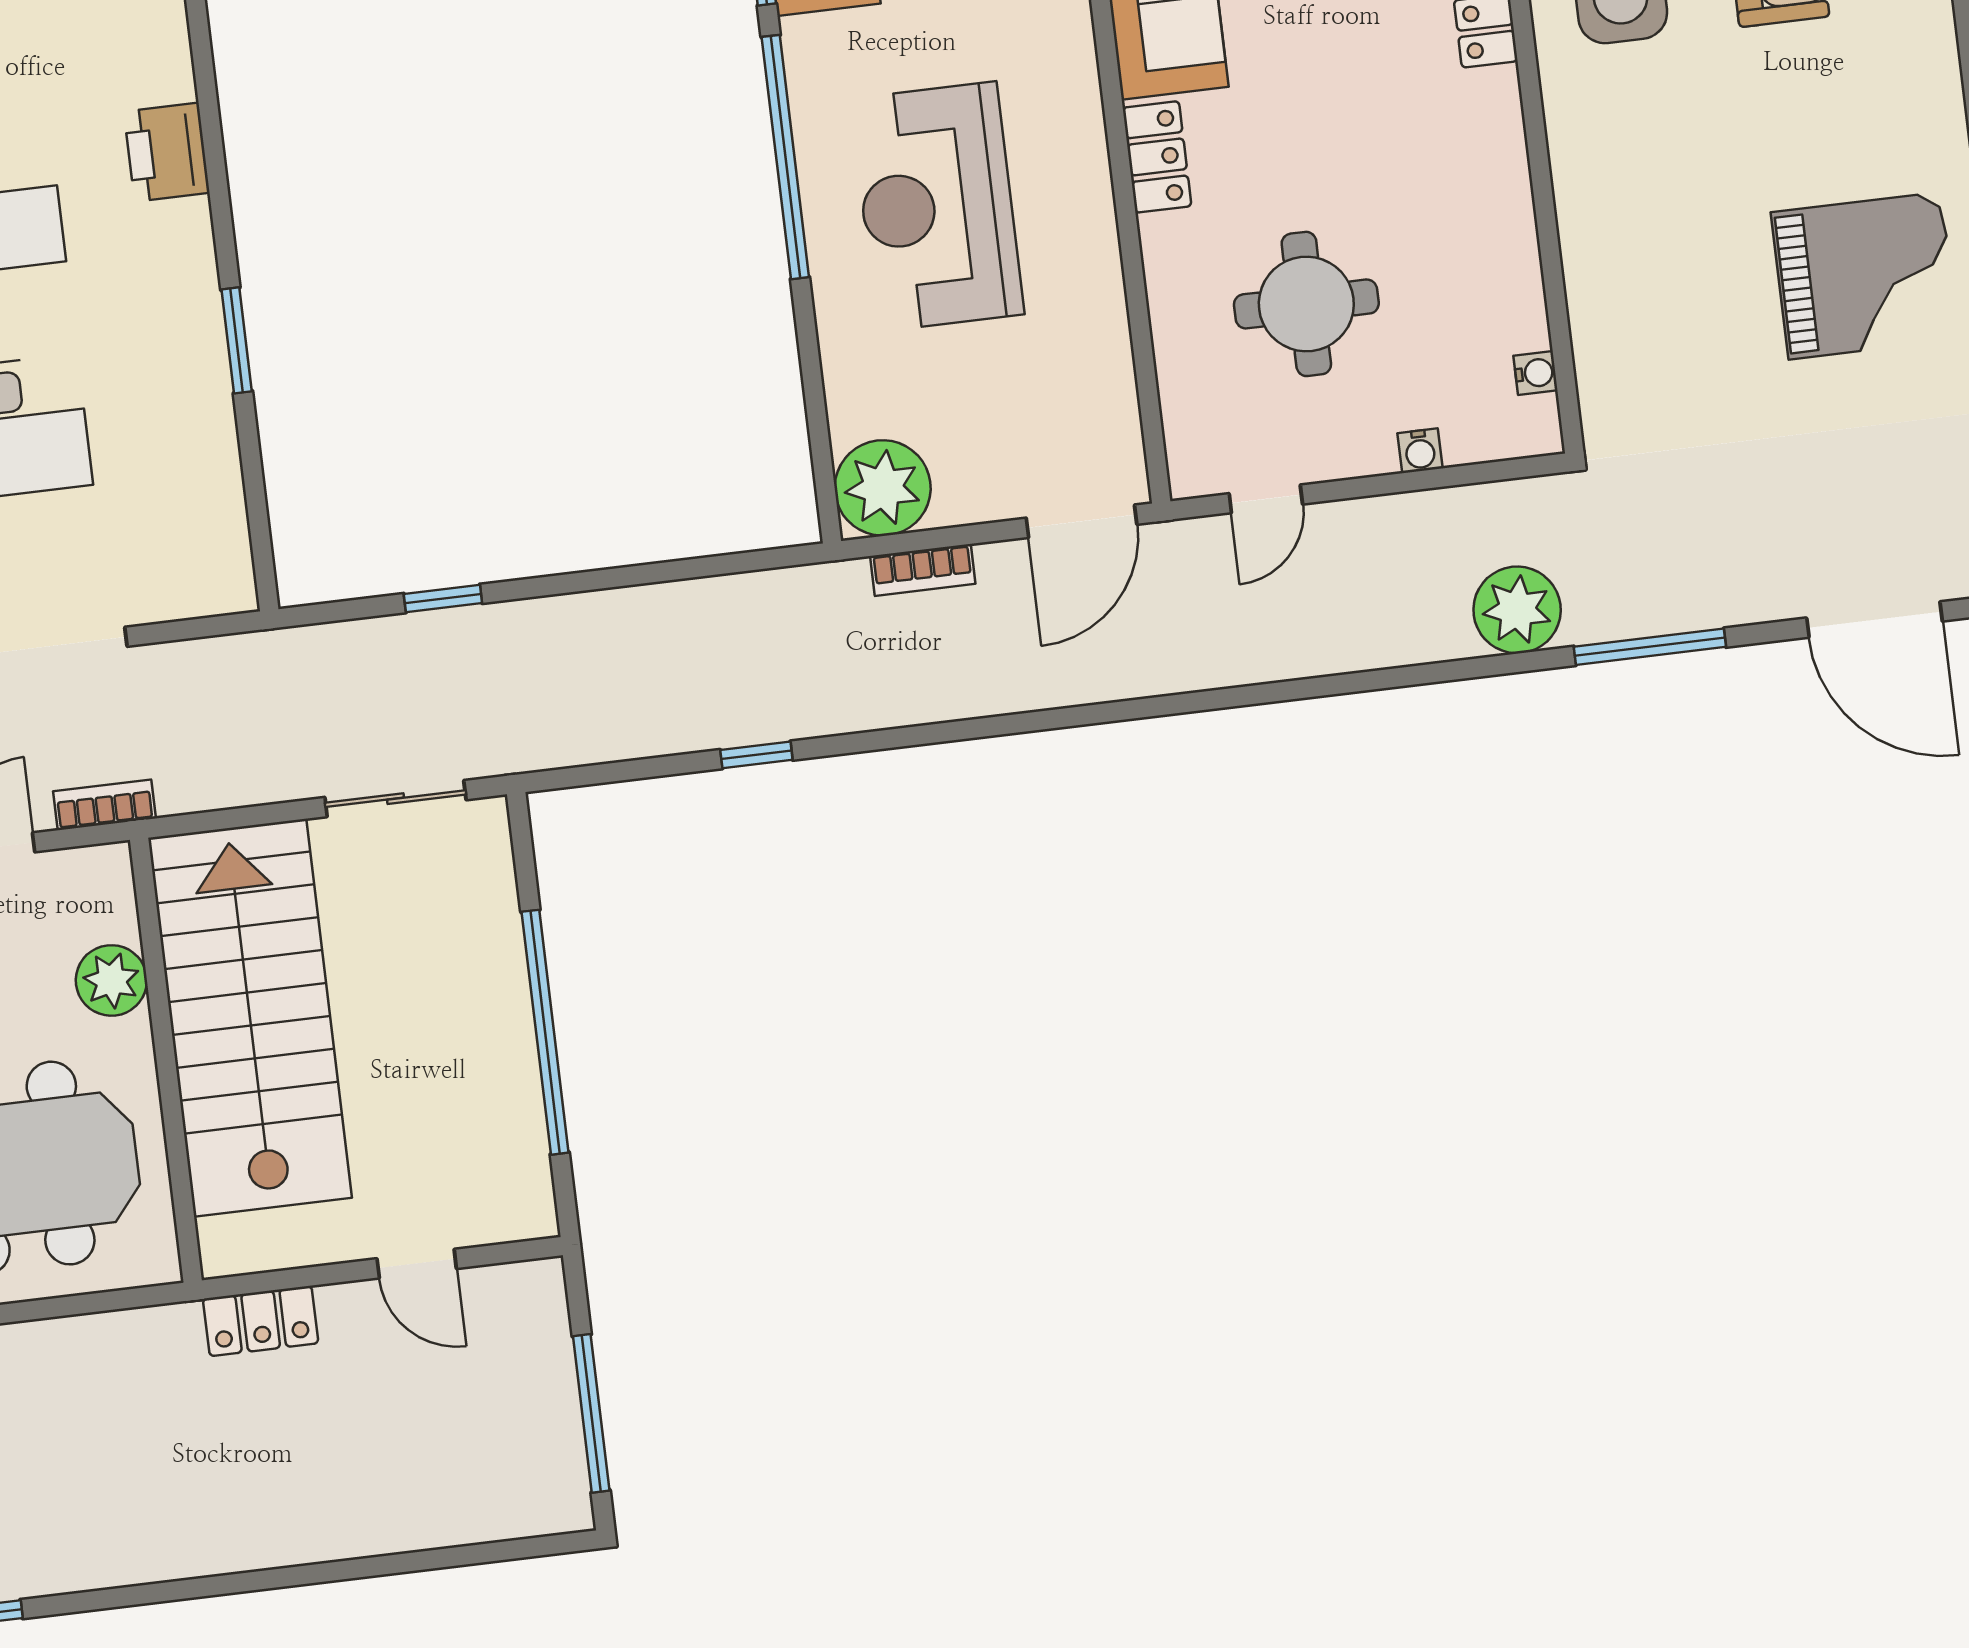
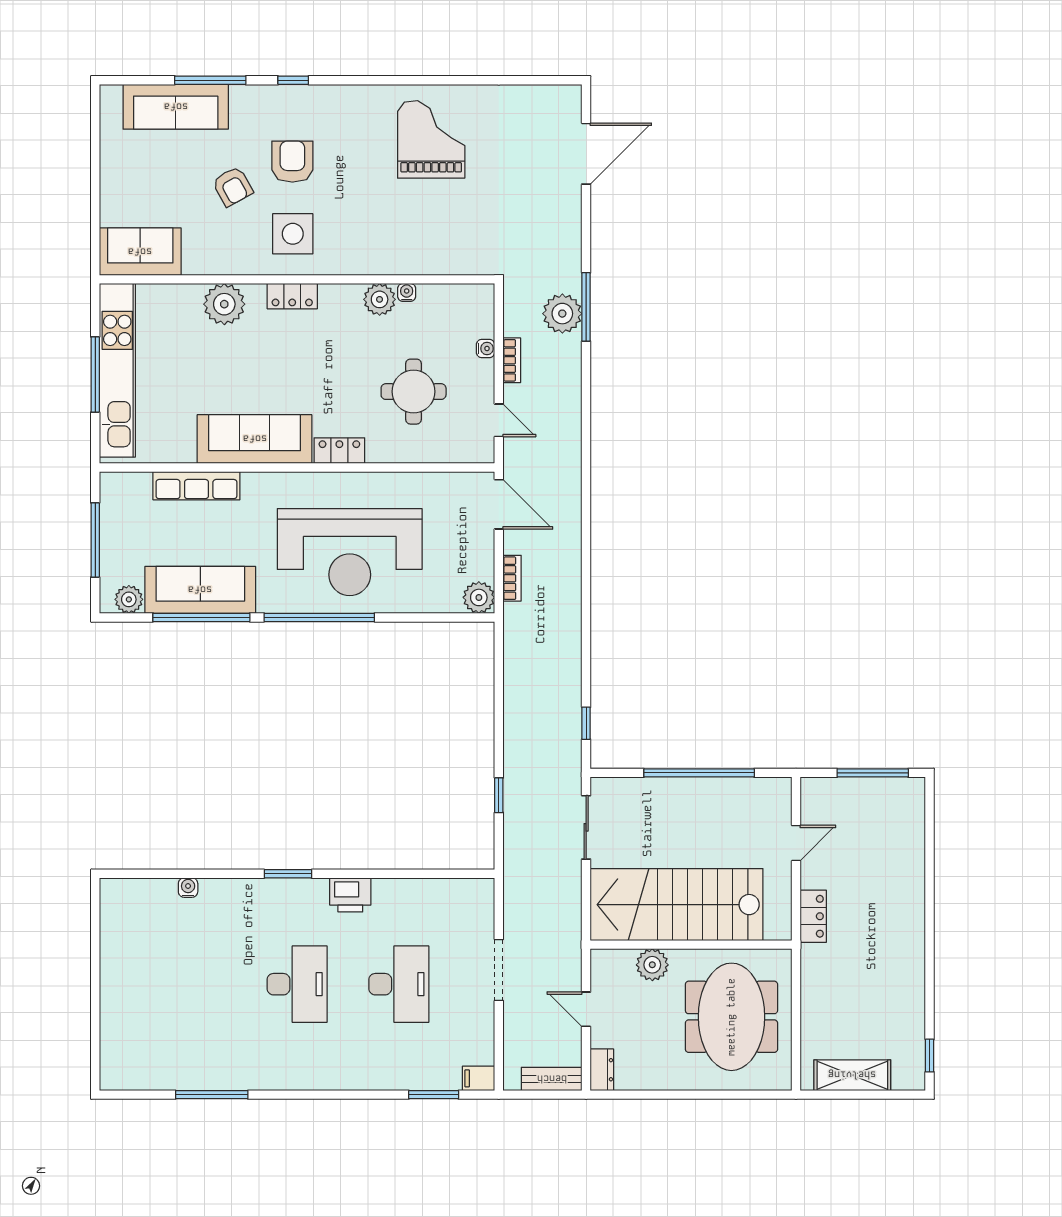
printer: (167, 152) -> (350, 895), moved
plant: (1500, 205) -> (380, 299), added
reception desk: (937, 207) -> (350, 552), width x1.36, depth x1.30
window: (237, 340) -> (288, 874), moved
water cooler: (1535, 373) -> (407, 292), moved
plant: (883, 488) -> (479, 597), width x0.73, depth x0.73
window: (1650, 647) -> (586, 307), moved
window: (756, 755) -> (586, 723), moved
bookcase: (104, 805) -> (512, 360), moved, turned 180

